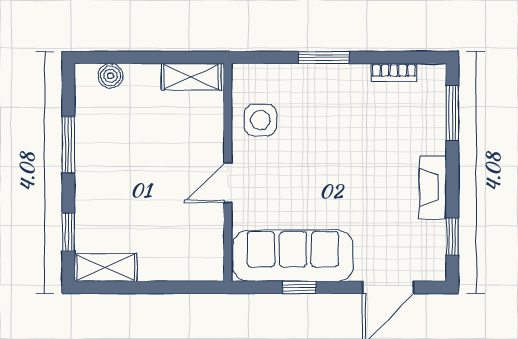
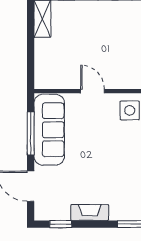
window: (299, 287) -> (31, 134), width x2.17

